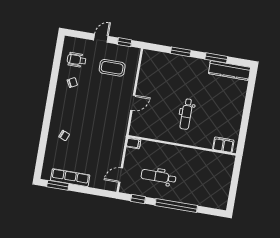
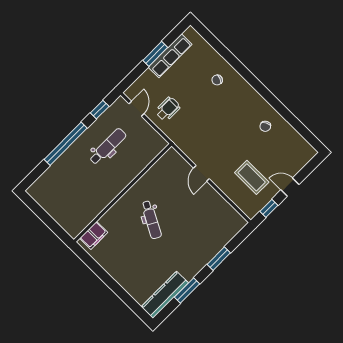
door: (101, 38) -> (290, 187), swing flipped
wheelchair: (77, 60) -> (168, 109), moved
coffee table: (112, 68) -> (252, 177), turned 90
dental chair: (186, 114) -> (151, 220), turned -152
filing cabinet: (134, 143) -> (160, 145), removed
window: (58, 185) -> (155, 54), moved

